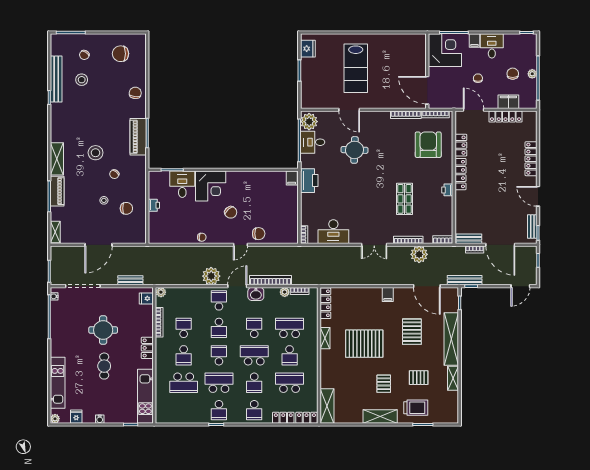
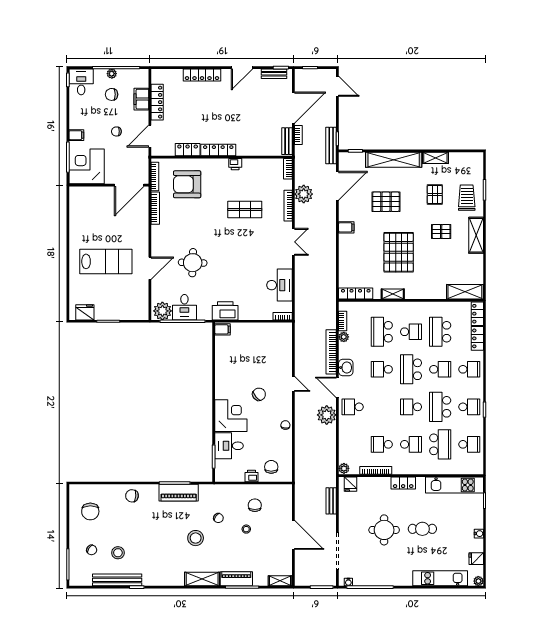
desk: (492, 46) -> (81, 82), moved, turned 90
chair: (259, 234) -> (271, 467), moved
school desk: (219, 328) -> (469, 444), moved

